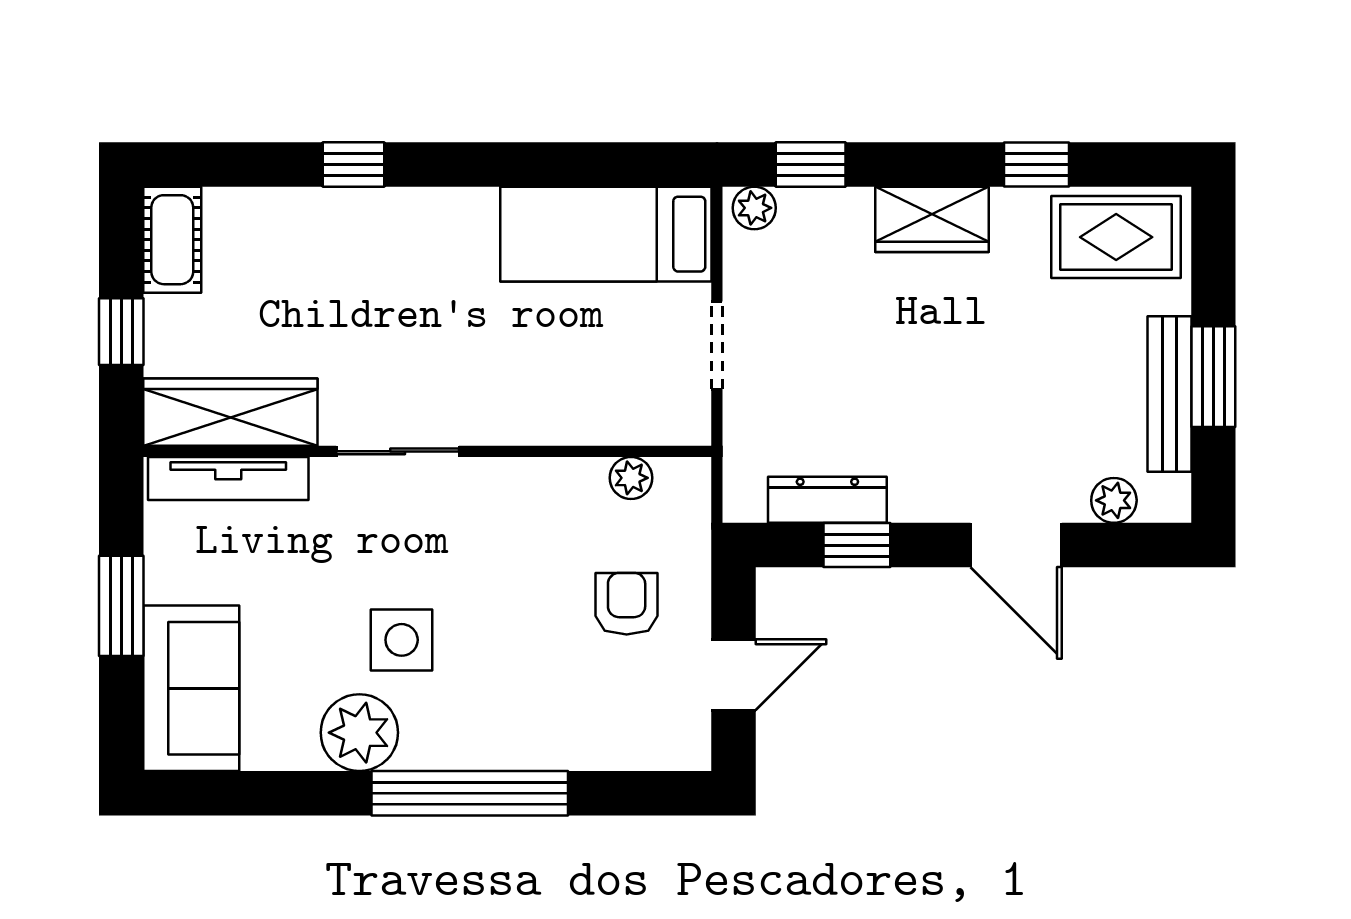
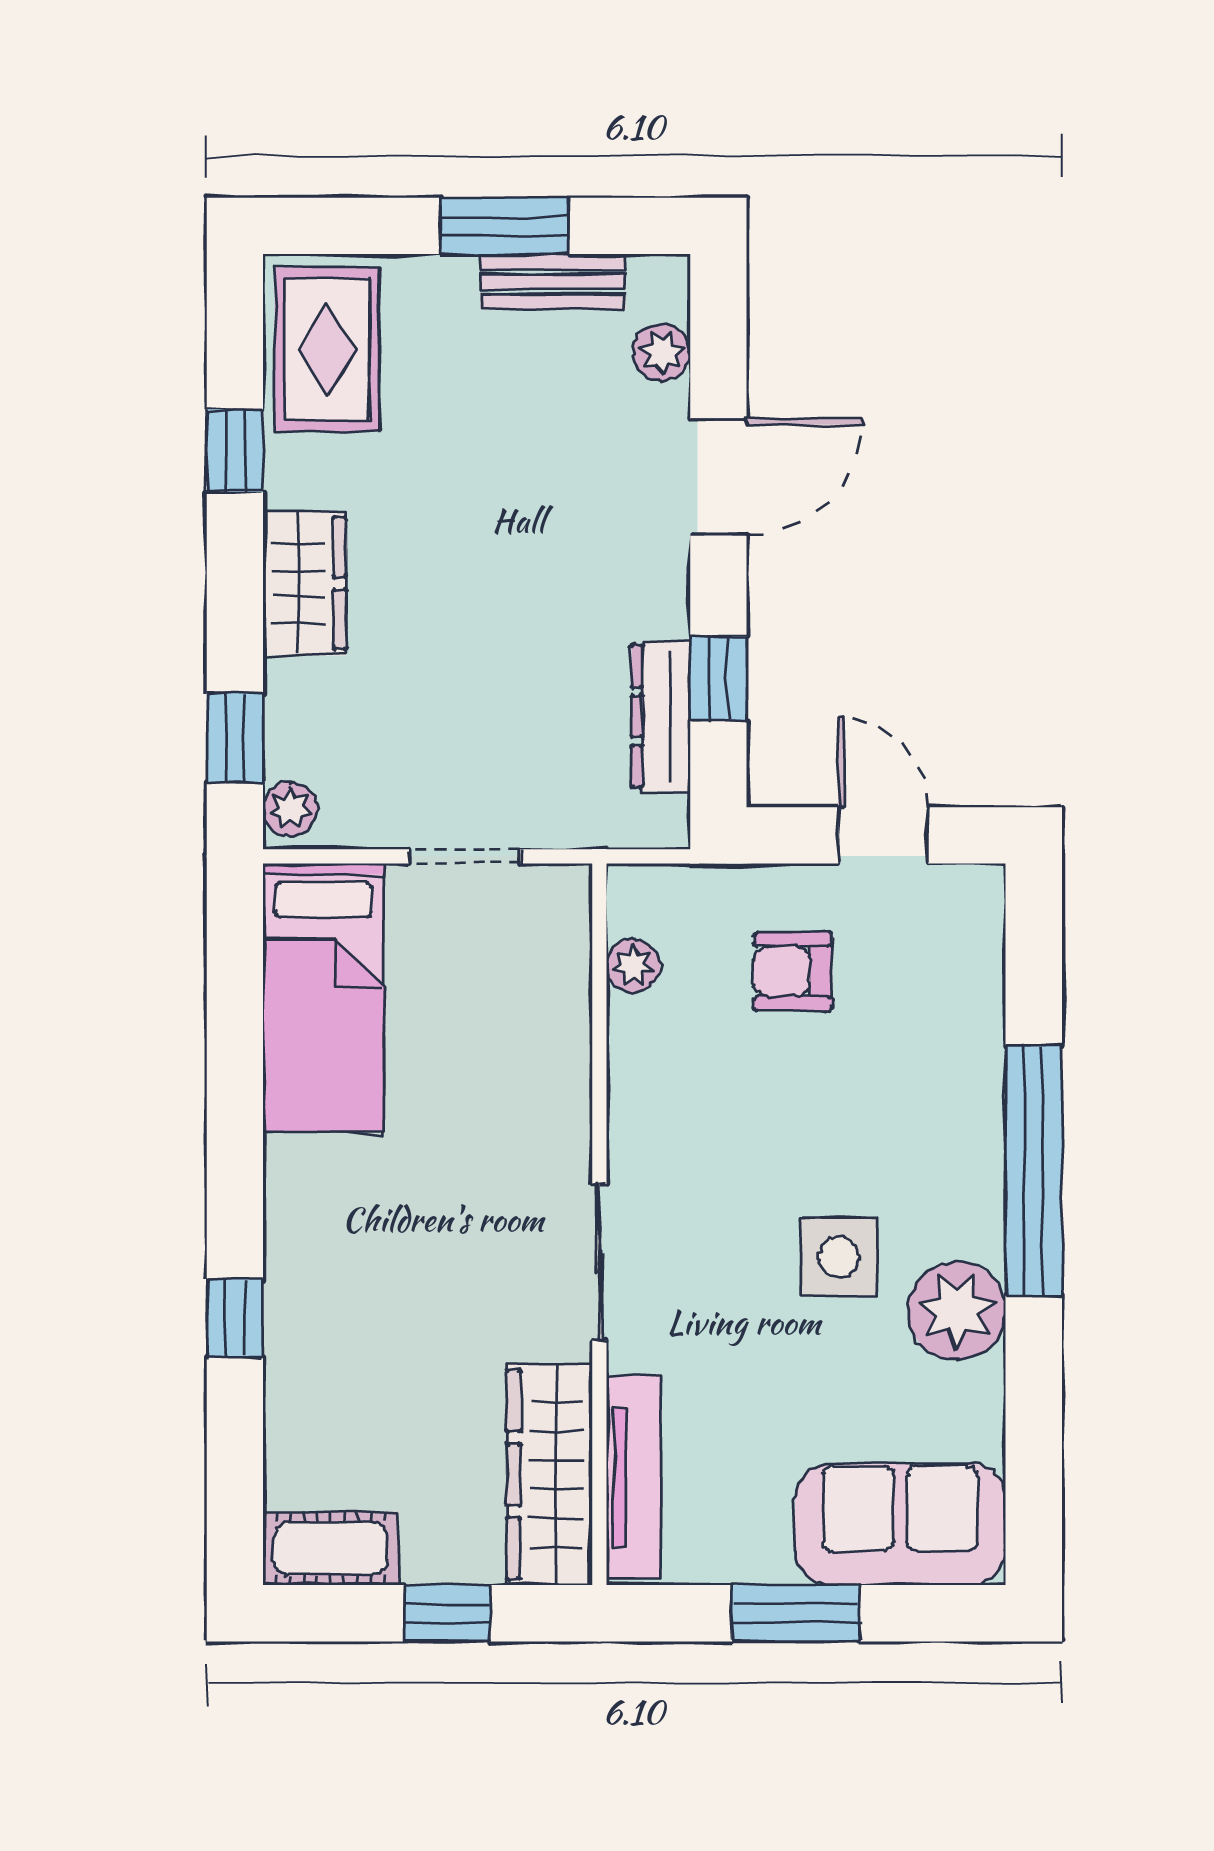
bench: (1170, 394) -> (553, 282), width x0.73

